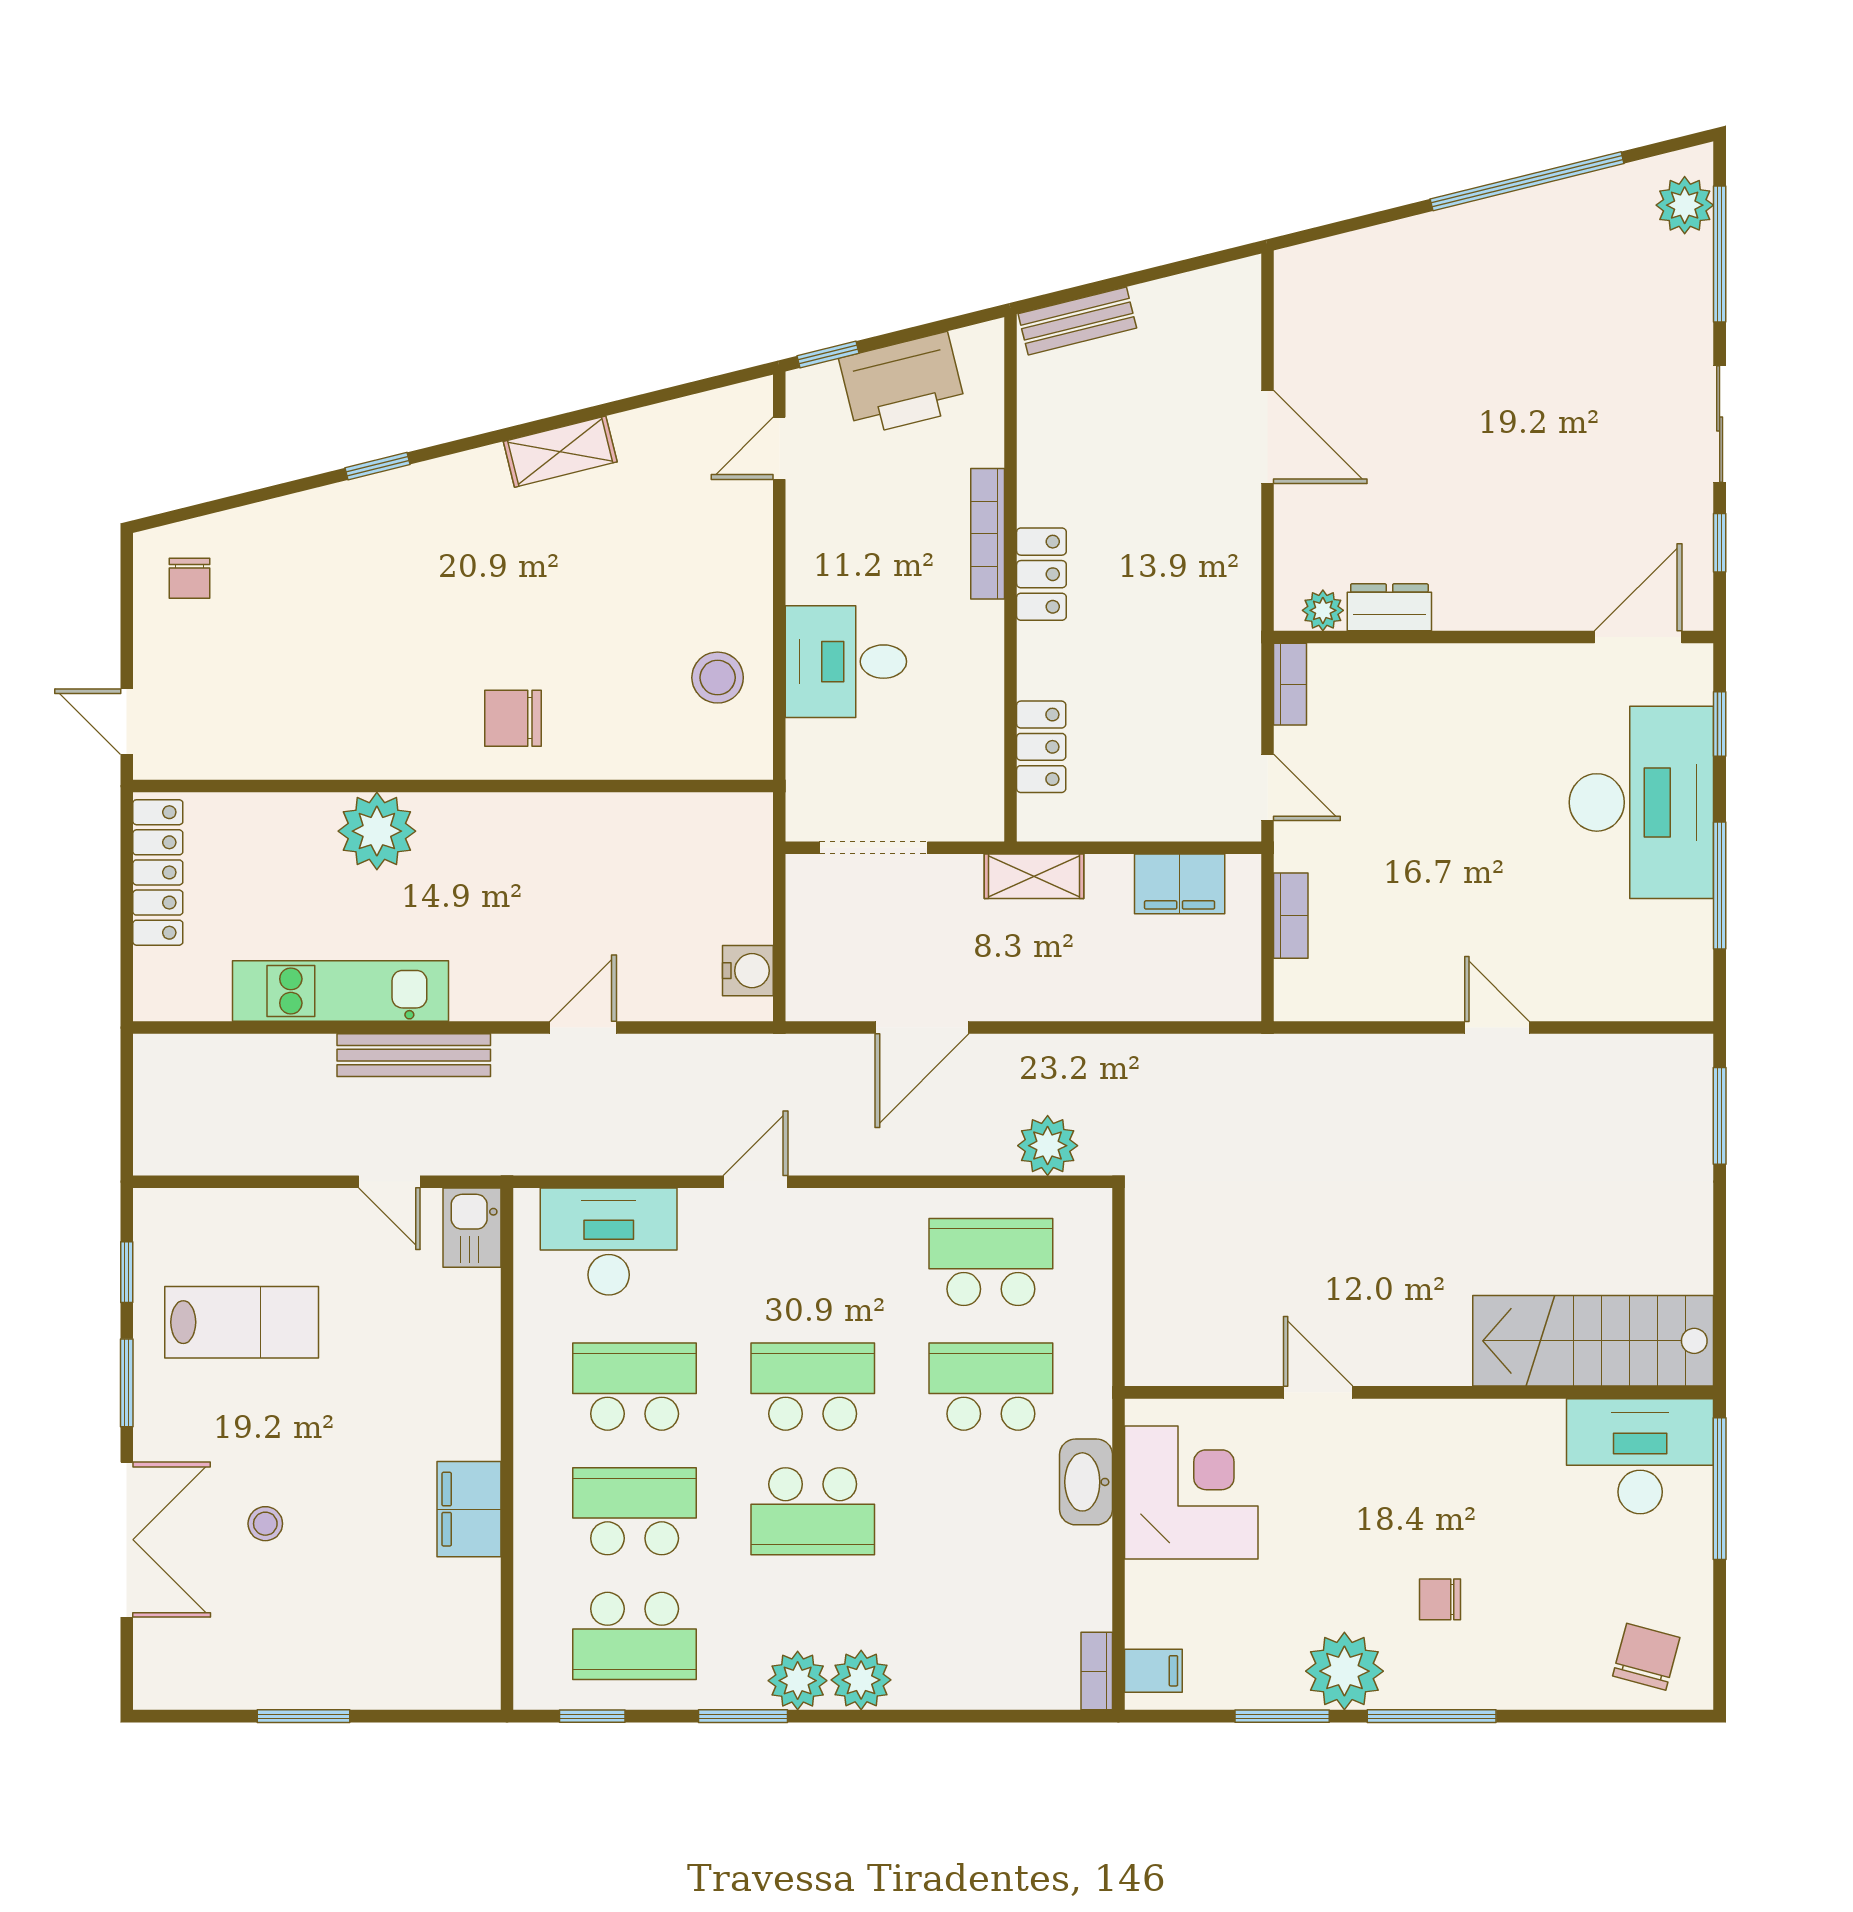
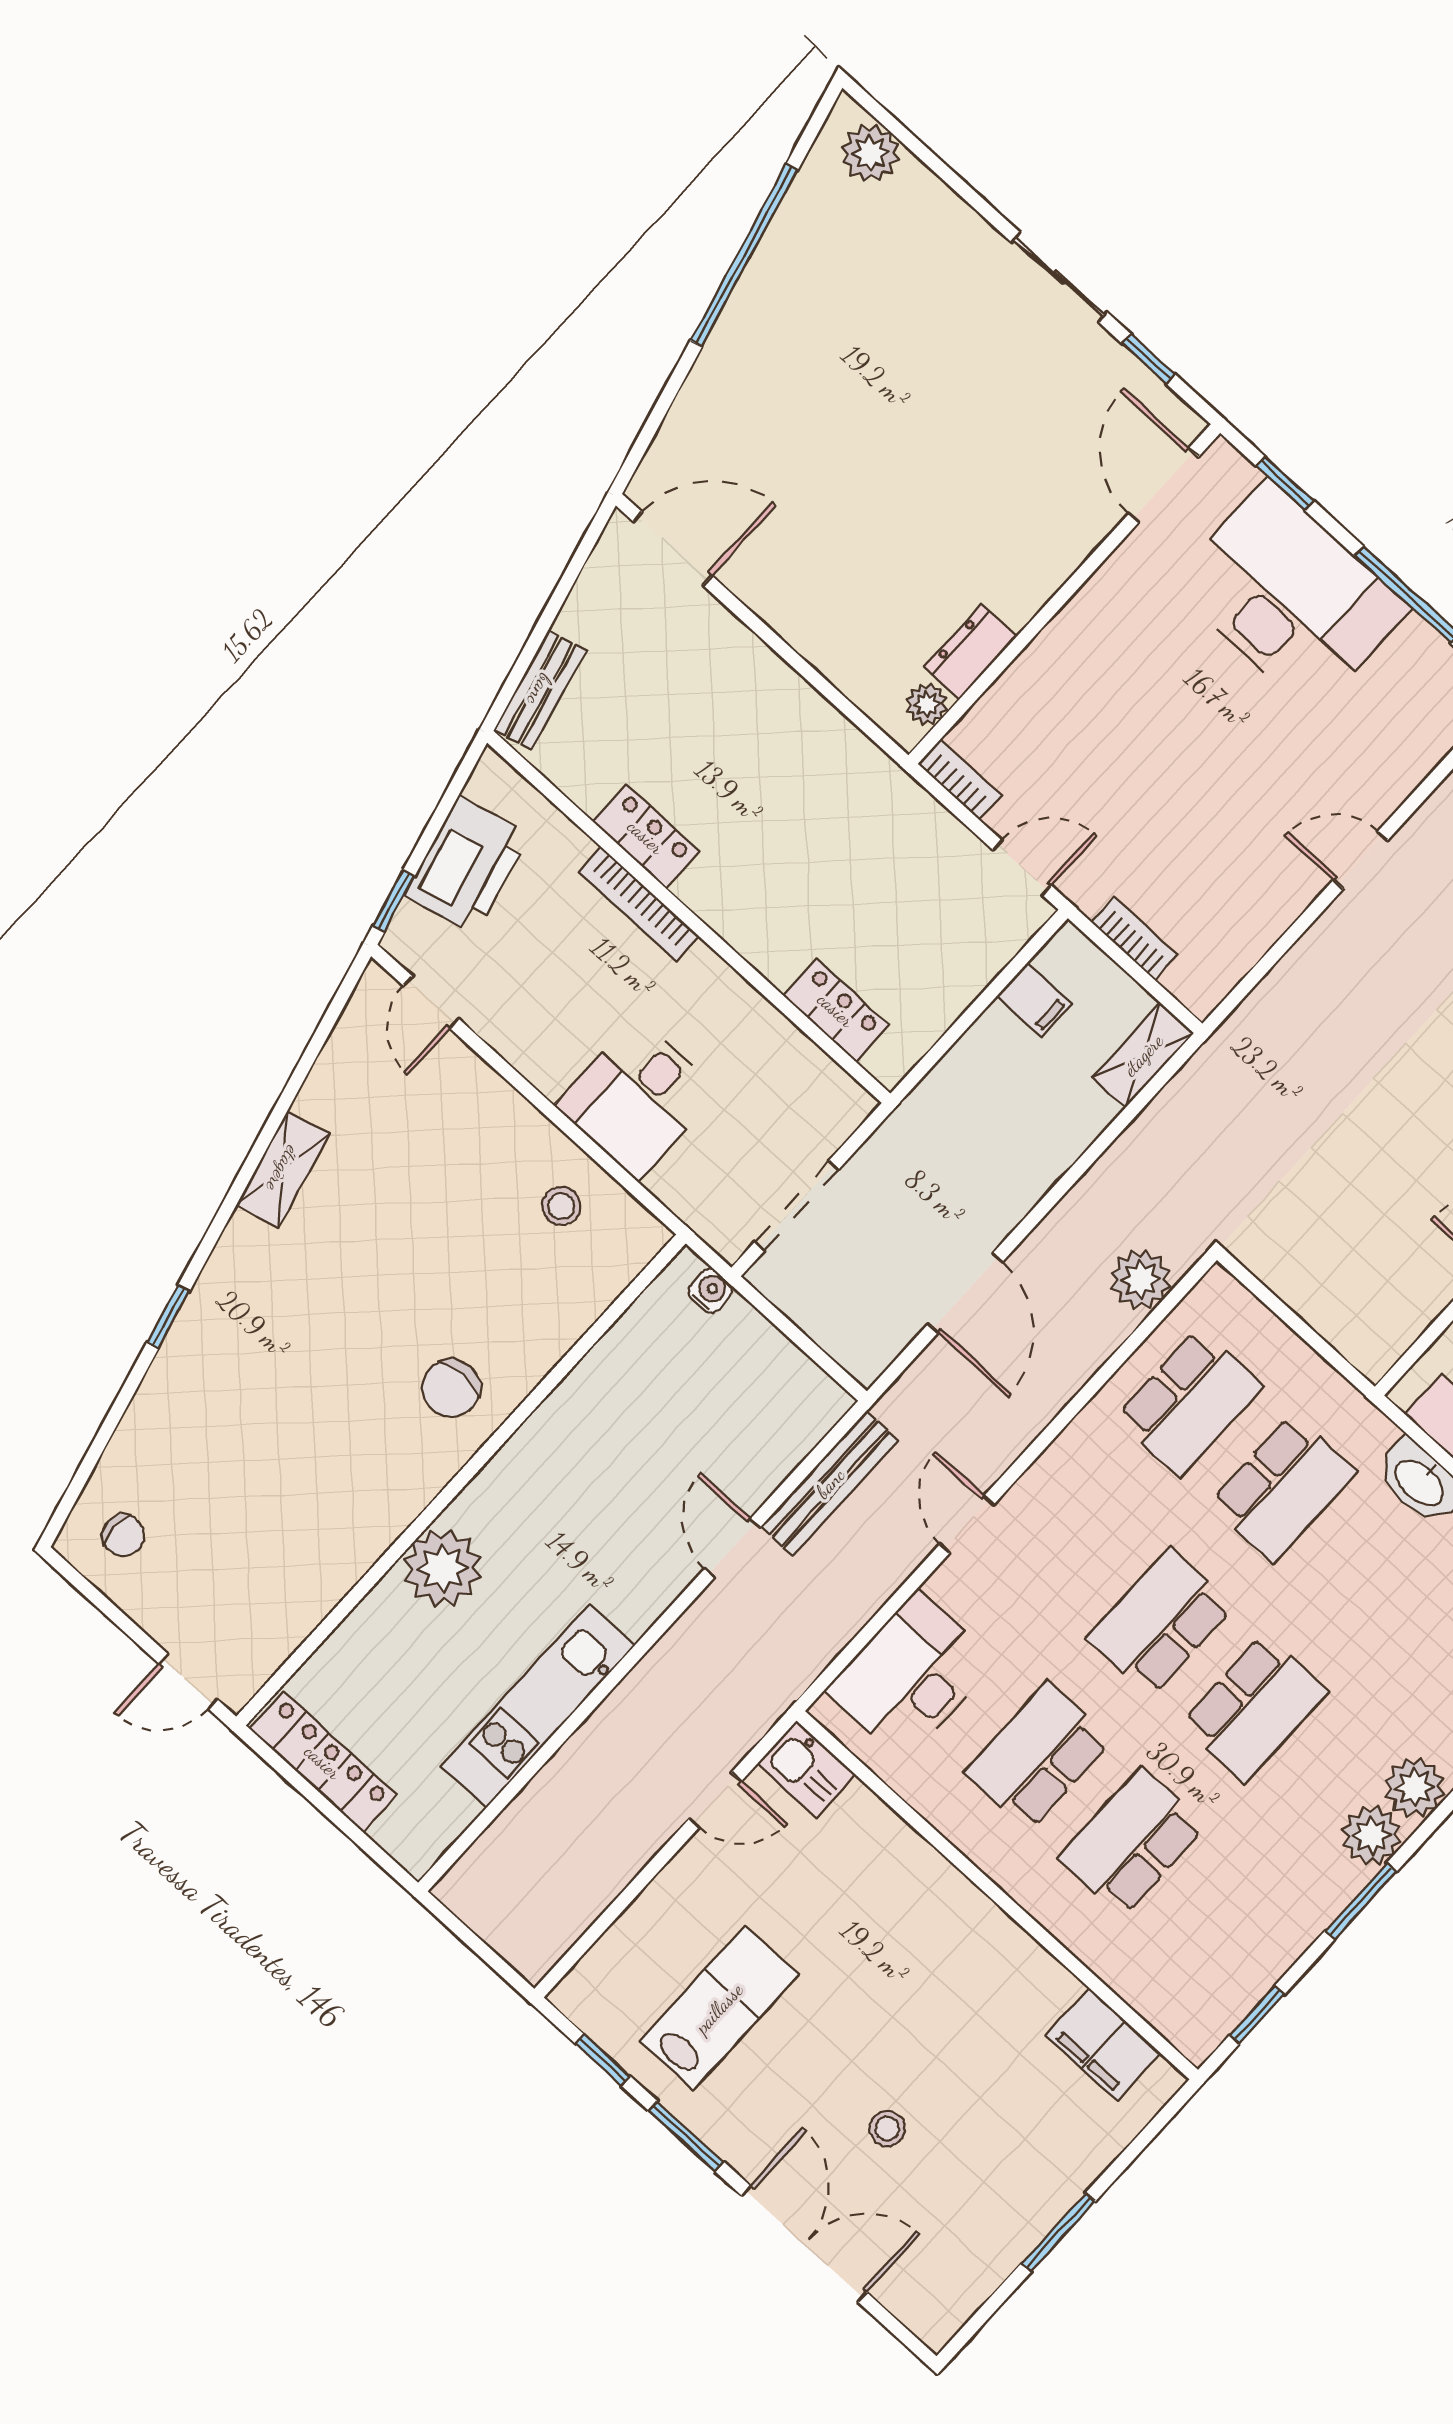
window: (1720, 254) -> (931, 160), removed
door: (1267, 437) -> (673, 549), moved
locker: (1041, 574) -> (646, 837), moved
stool: (718, 678) -> (561, 1206), width x0.73, depth x0.73
shelving: (1034, 876) -> (1143, 1055), moved
filing cabinet: (1180, 884) -> (1034, 1000), width x0.50
water cooler: (748, 971) -> (710, 1291), moved, width x0.72, depth x0.72
bench: (414, 1055) -> (830, 1483), moved
school desk: (991, 1262) -> (1189, 1402), turned 180
school desk: (991, 1387) -> (1283, 1488), turned 180
filing cabinet: (469, 1509) -> (1103, 2045), moved
school desk: (635, 1636) -> (1226, 1928), removed

